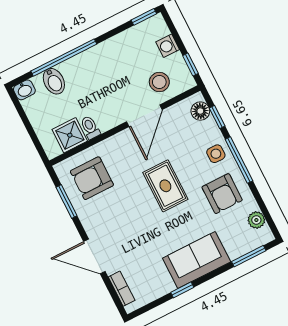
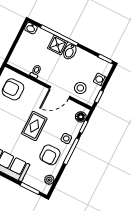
bidet: (54, 81) -> (70, 52), moved
shower: (70, 135) -> (57, 45), moved

